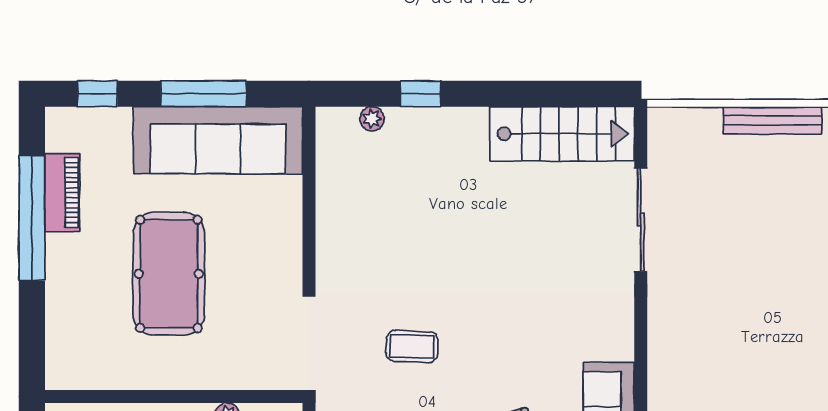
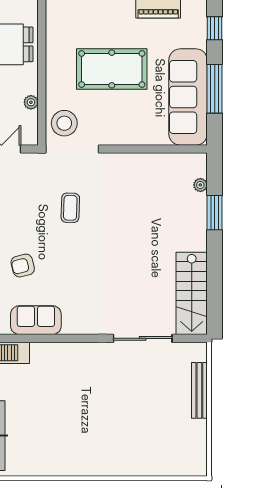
window: (421, 94) -> (215, 213), width x1.50
bench: (772, 120) -> (199, 390), moved
stool: (264, 357) -> (64, 123), added

